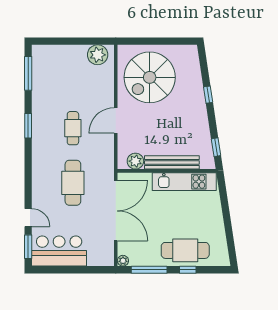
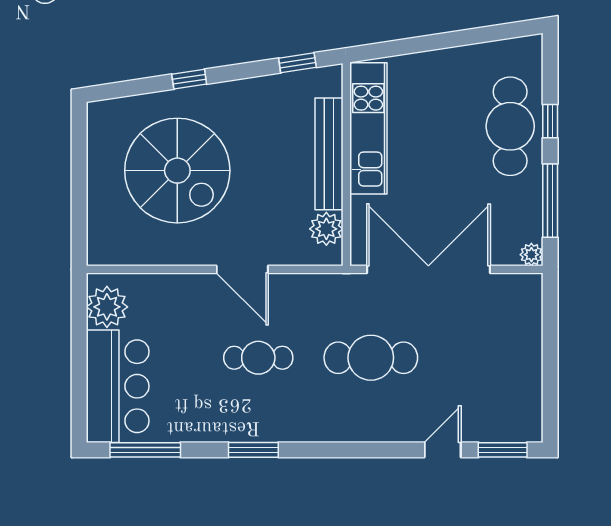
spiral stairs: (150, 77) -> (177, 171), moved
bar counter: (59, 251) -> (118, 386), moved, turned 180

